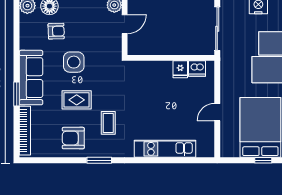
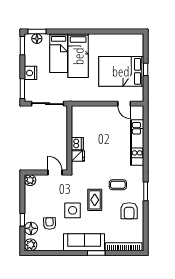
door: (125, 24) -> (55, 173), moved
fridge: (180, 69) -> (78, 156), moved
dishwasher: (197, 69) -> (77, 144), moved
rug: (77, 100) -> (95, 200), moved
door: (217, 112) -> (124, 104), moved

